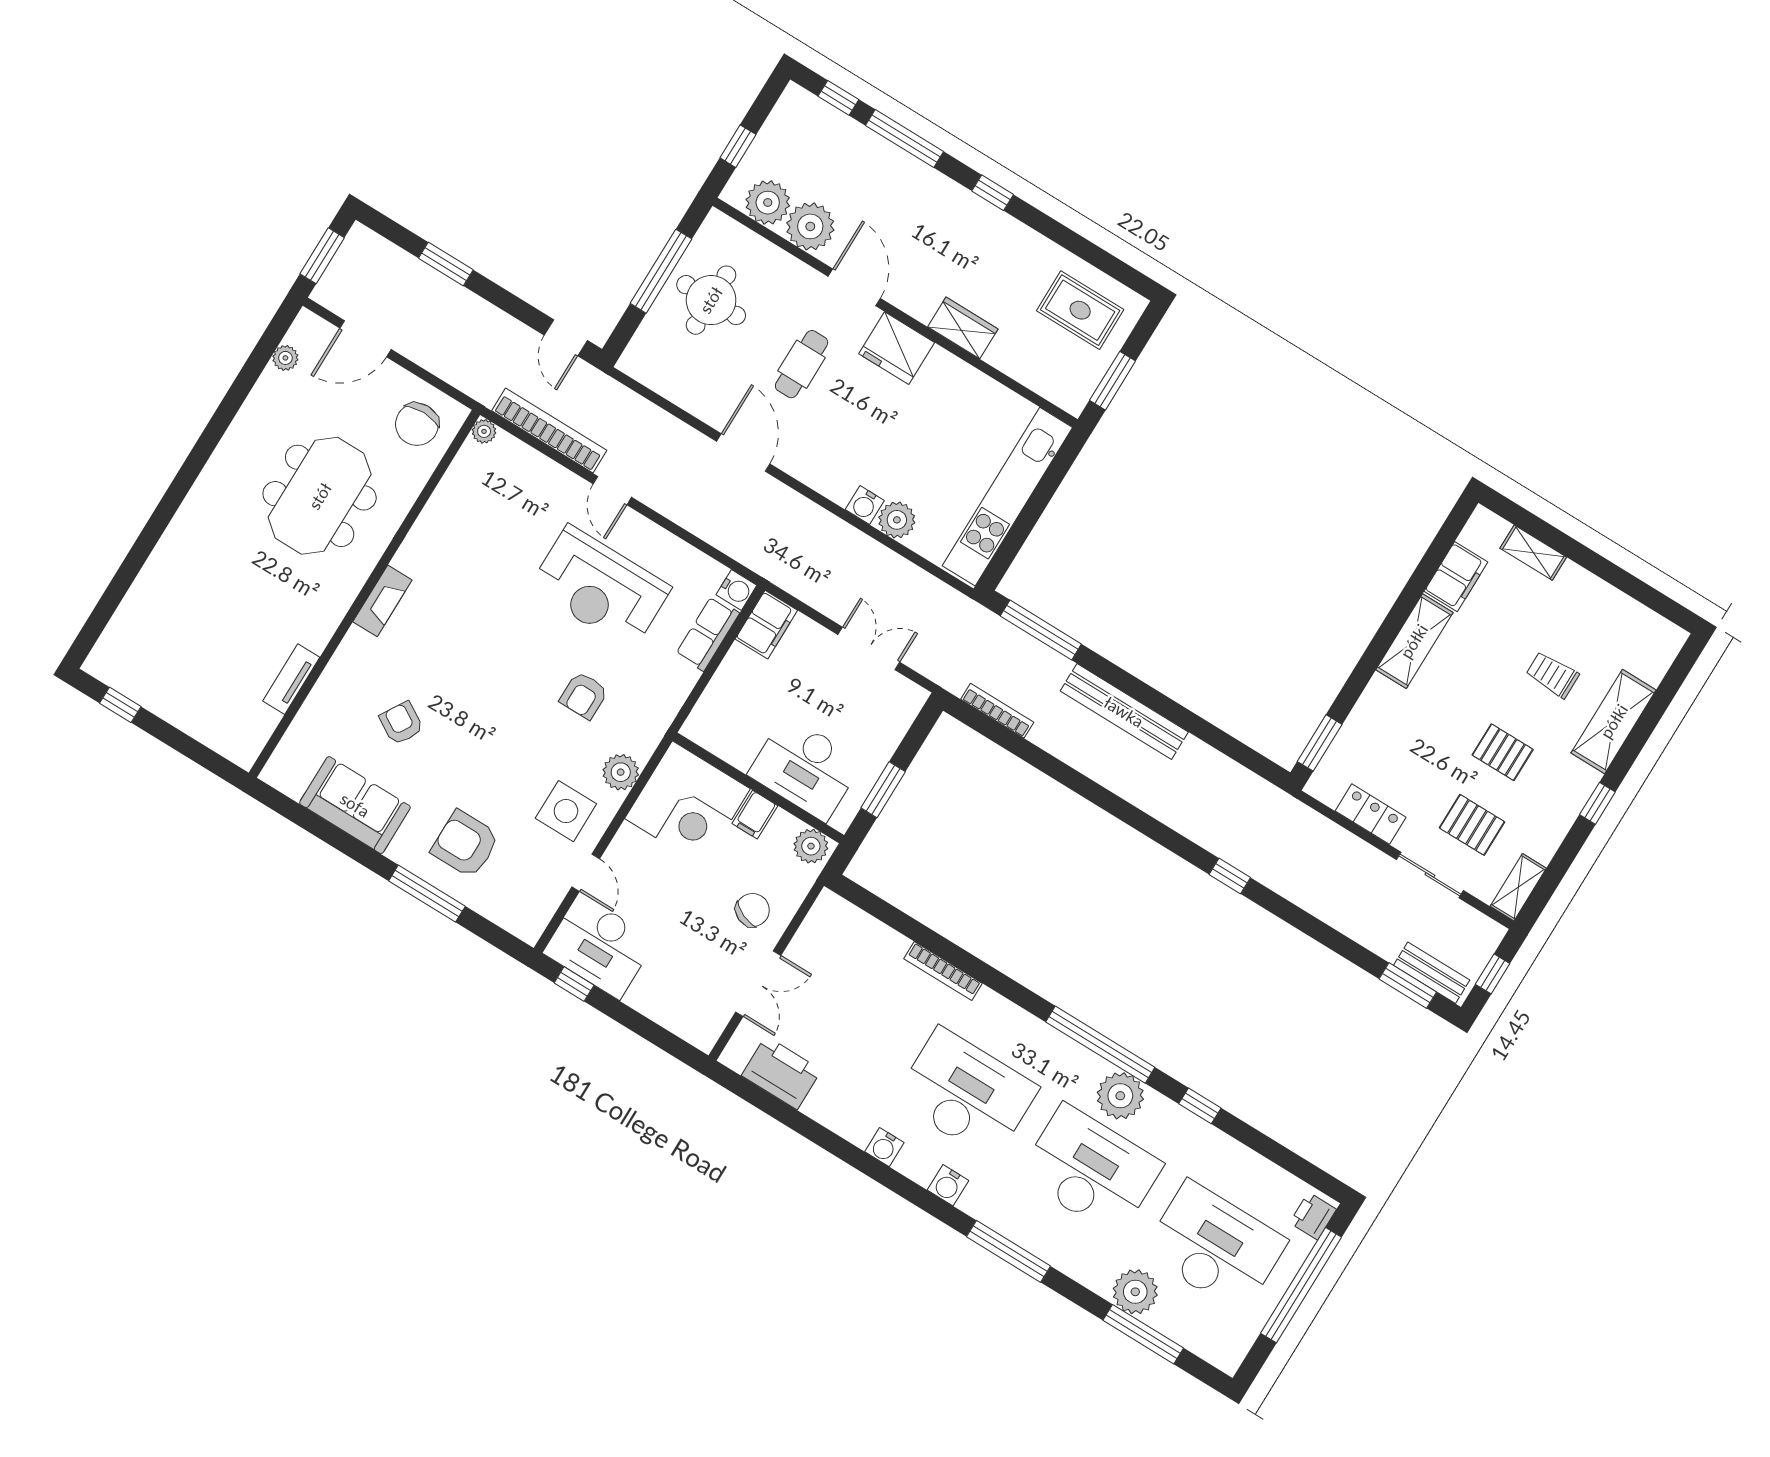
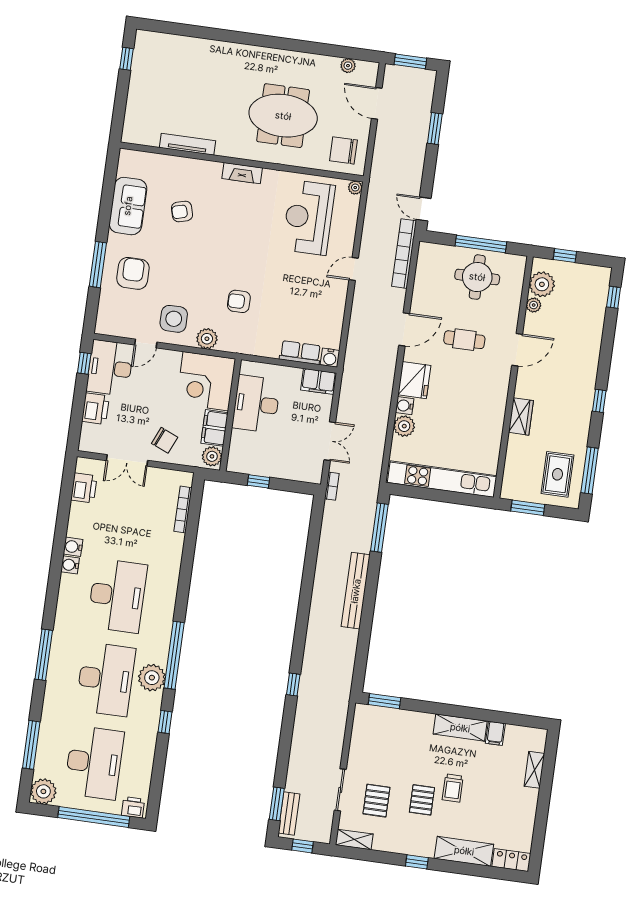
window: (904, 139) -> (590, 471), moved
plant: (810, 226) -> (534, 305), width x0.53, depth x0.53
door: (566, 338) -> (424, 209), hinge flipped
fridge: (897, 348) -> (414, 380), moved, turned 180
bookcase: (549, 430) -> (404, 254), moved, turned 180
filing cabinet: (1456, 577) -> (495, 733), width x0.50
reception desk: (600, 588) -> (309, 218), moved
trolley: (1552, 675) -> (453, 788), moved, turned 180
tv unit: (291, 679) -> (188, 144), width x1.41
bookcase: (997, 711) -> (332, 486), moved, width x0.64
armchair: (401, 723) -> (182, 211), turned -137
desk: (805, 768) -> (256, 404), moved
window: (883, 790) -> (258, 481), width x0.67
locker: (1371, 814) -> (511, 860), moved, turned -90
filing cabinet: (755, 815) -> (214, 428), width x2.00
bookcase: (943, 971) -> (183, 509), moved
printer: (654, 998) -> (96, 409), added
printer: (781, 1073) -> (84, 488), width x0.73, depth x0.84
water cooler: (948, 1185) -> (73, 547), moved
plant: (1135, 1292) -> (43, 791), moved

